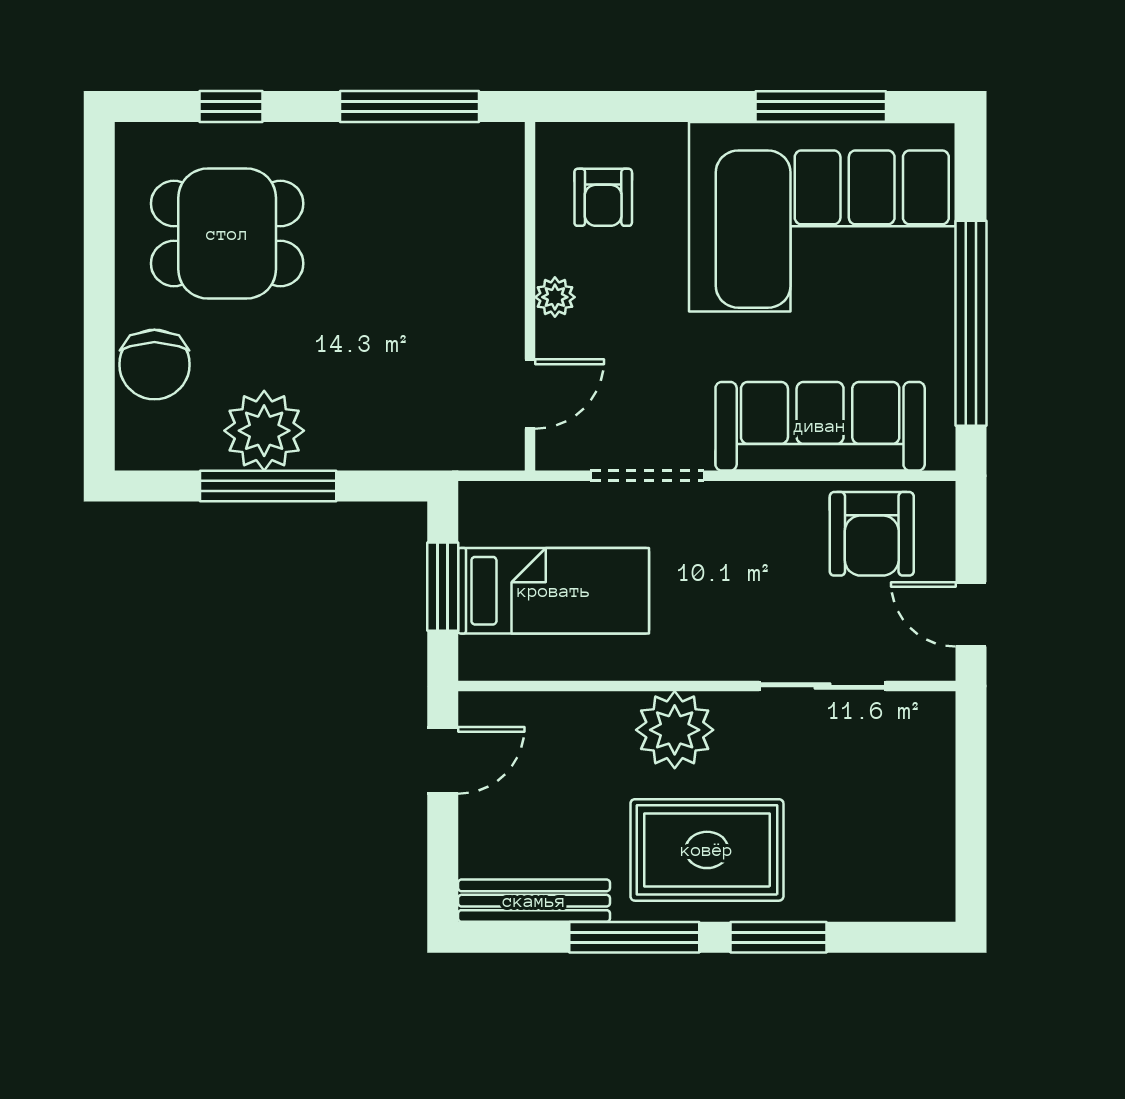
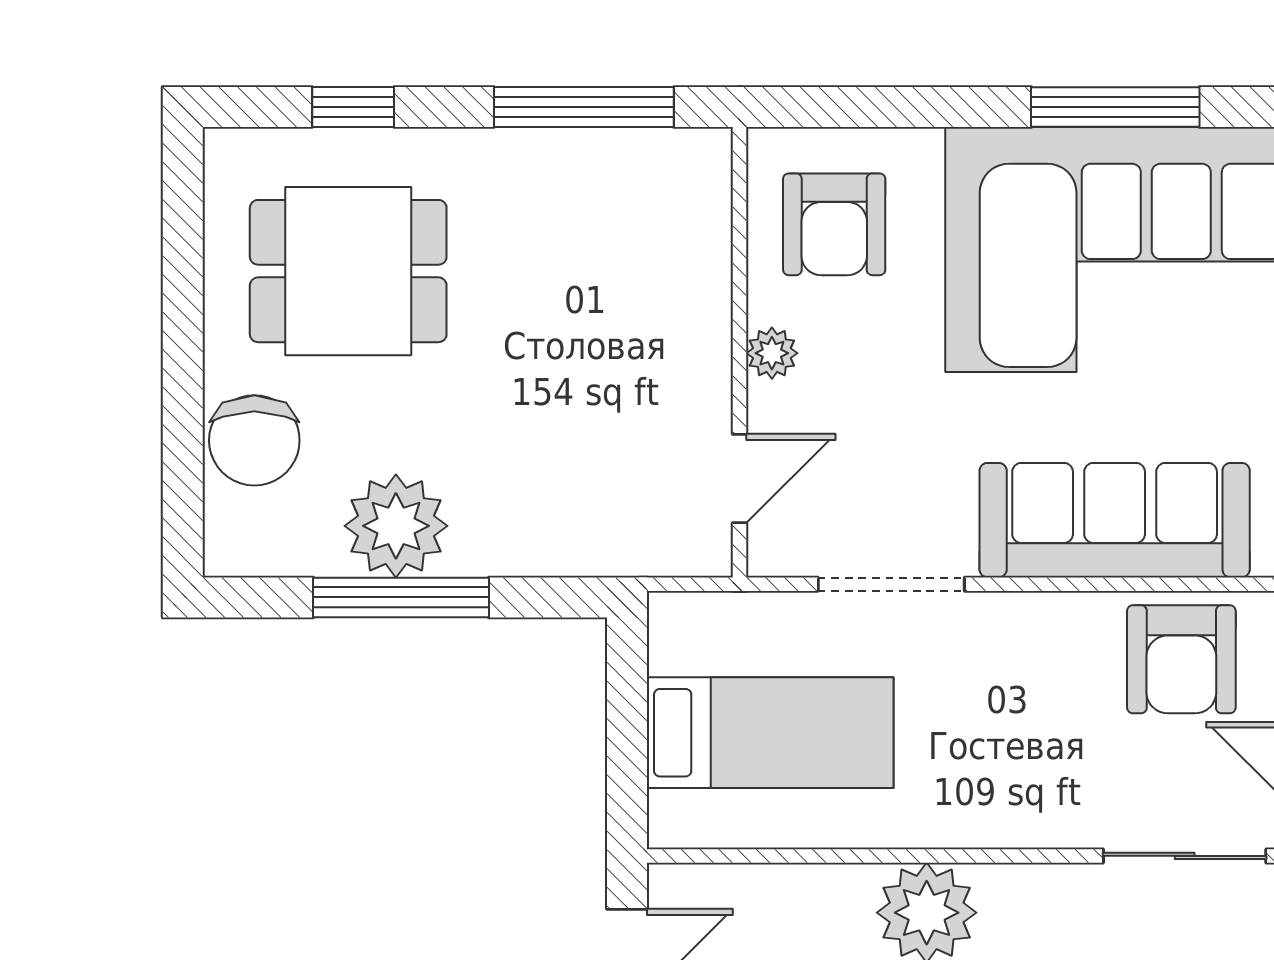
armchair: (603, 197) -> (834, 224), width x1.38, depth x1.38
window: (443, 587) -> (627, 727), removed
sliding door: (823, 686) -> (1185, 856), moved

